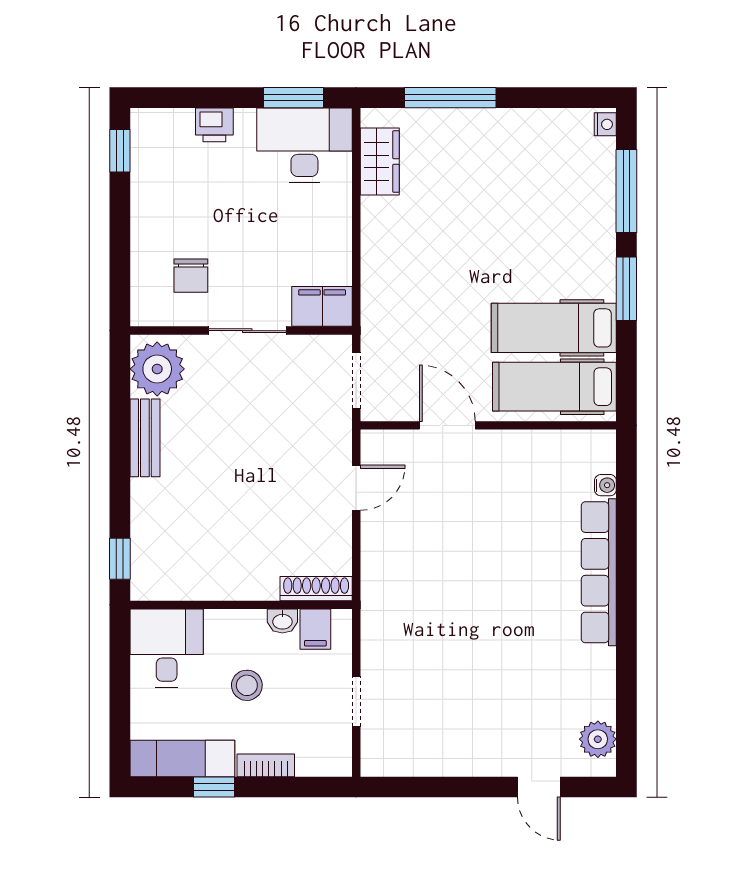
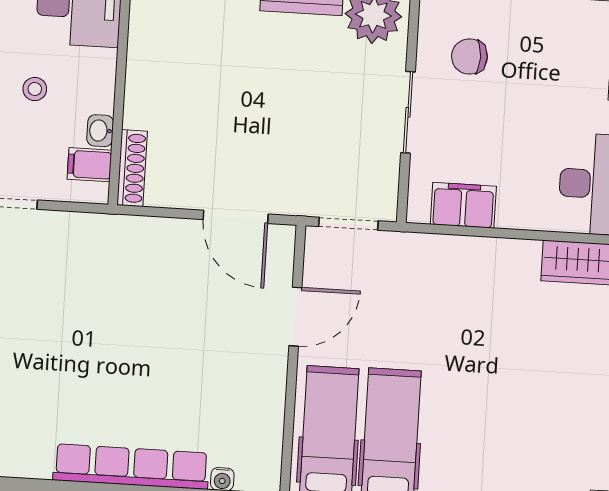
filing cabinet: (322, 306) -> (463, 205), moved, turned -90
door: (356, 488) -> (236, 217), width x1.37
stool: (247, 685) -> (35, 89), width x0.73, depth x0.73

